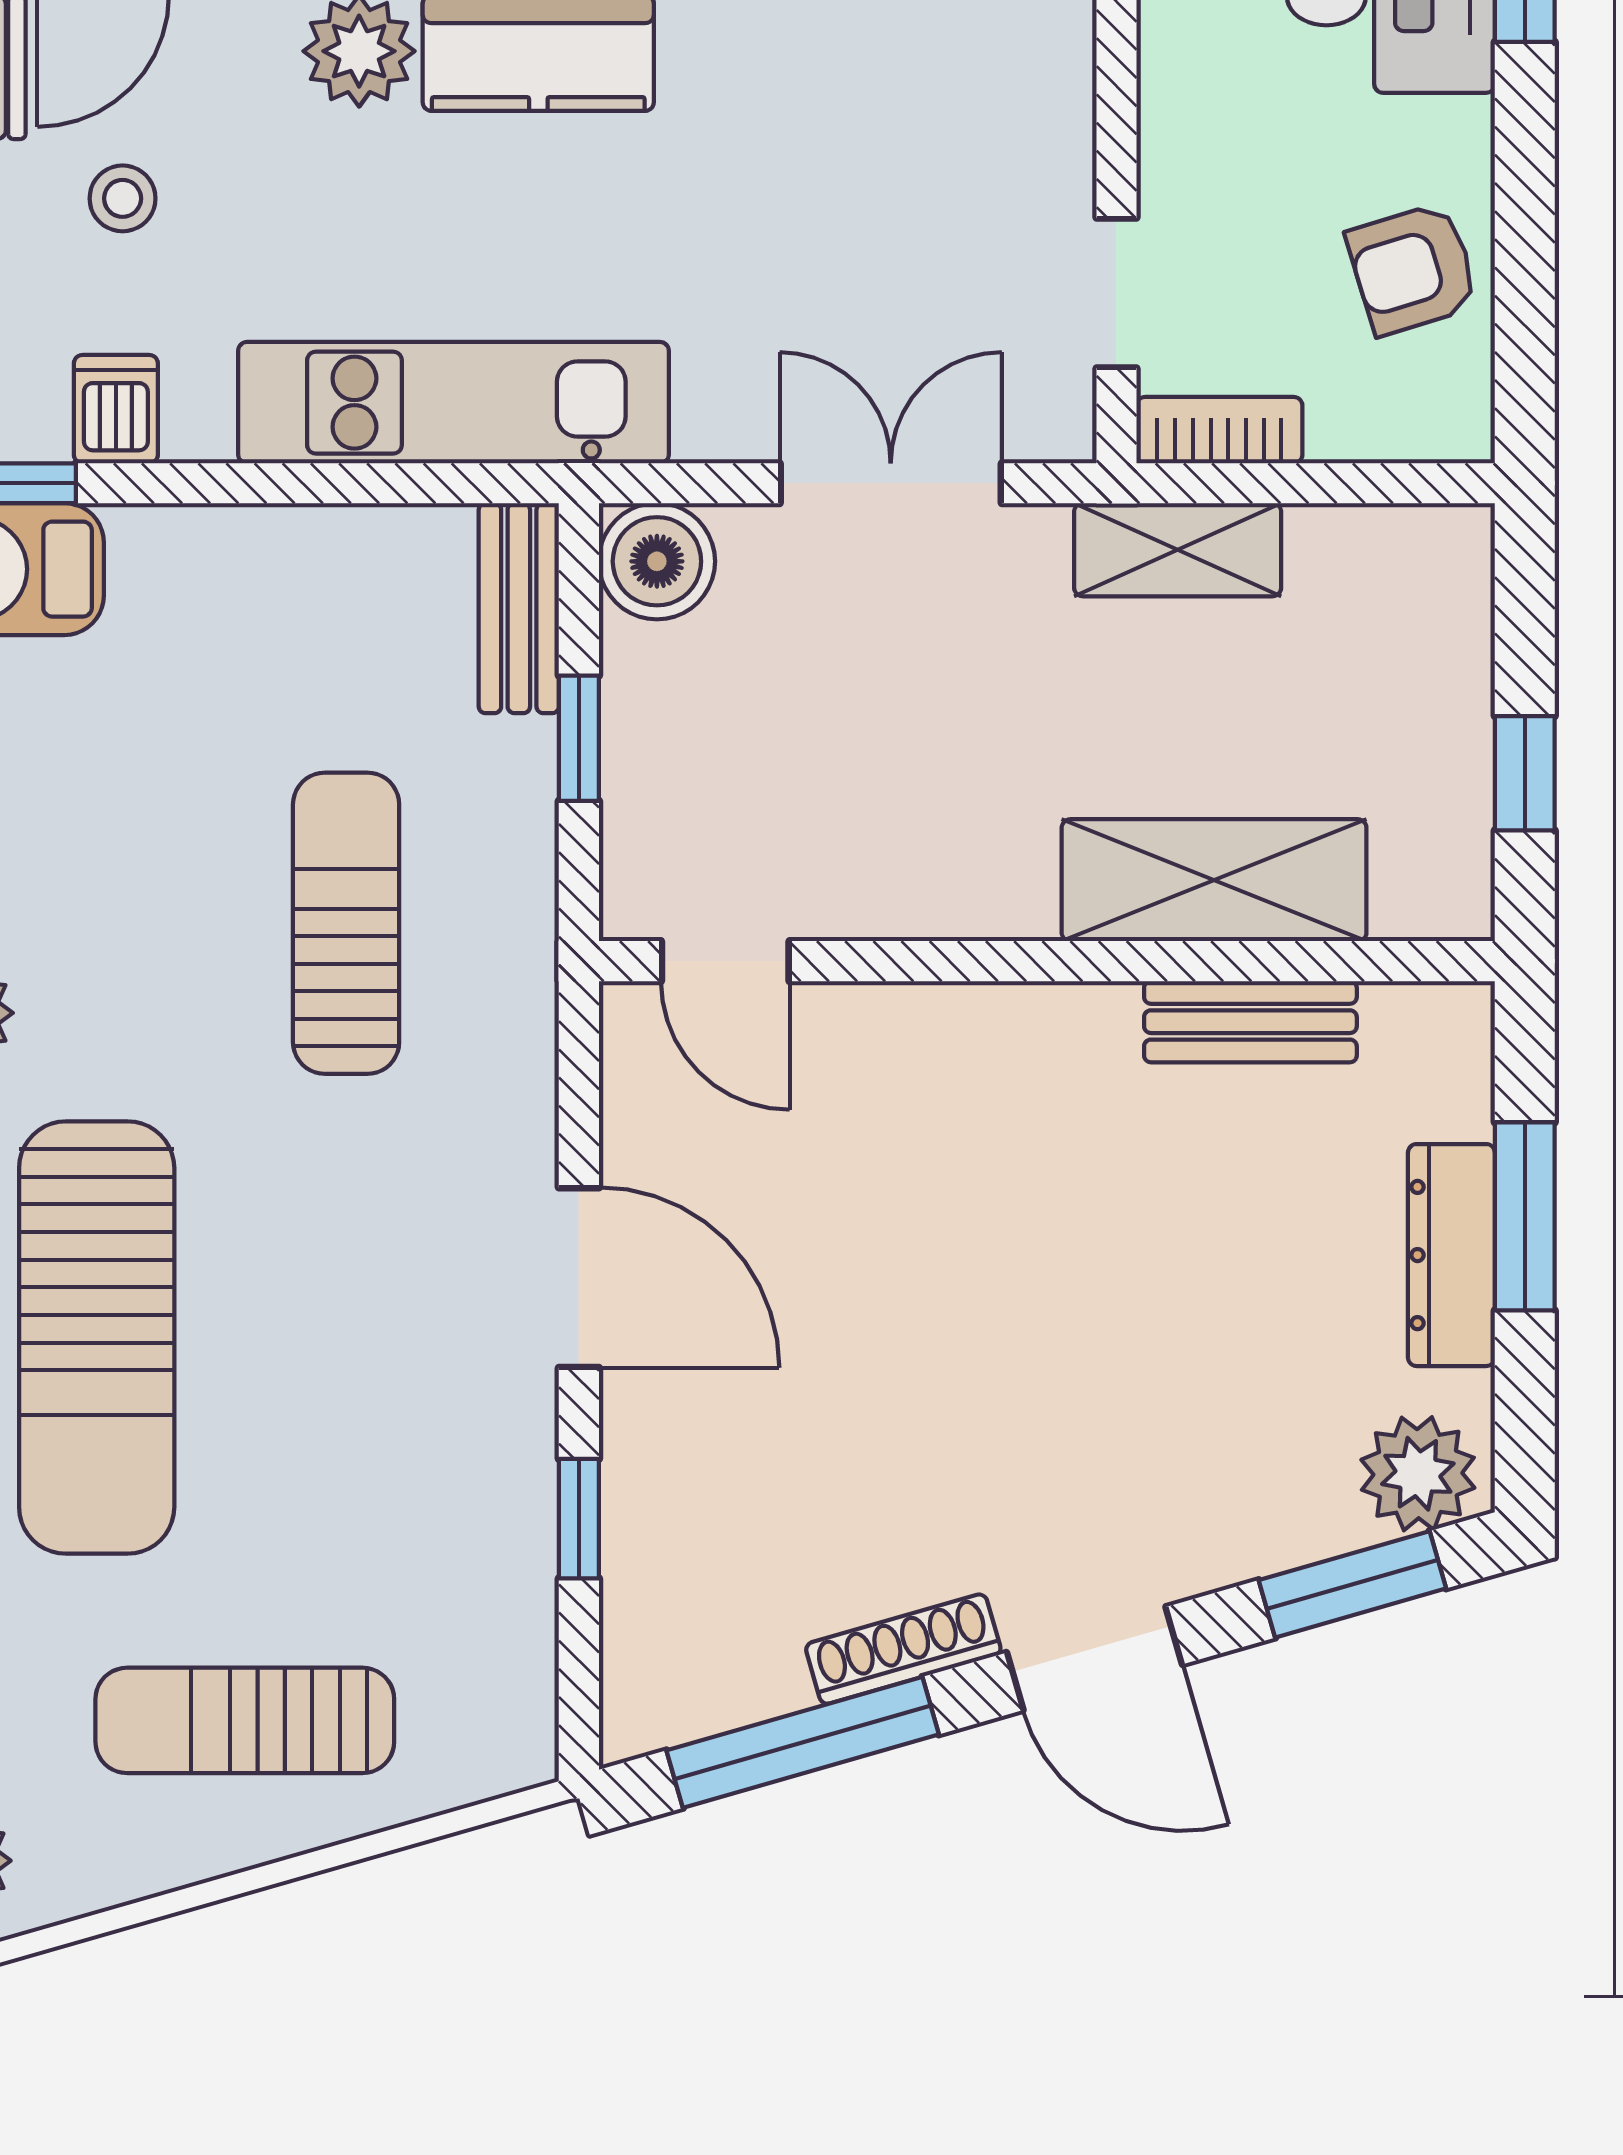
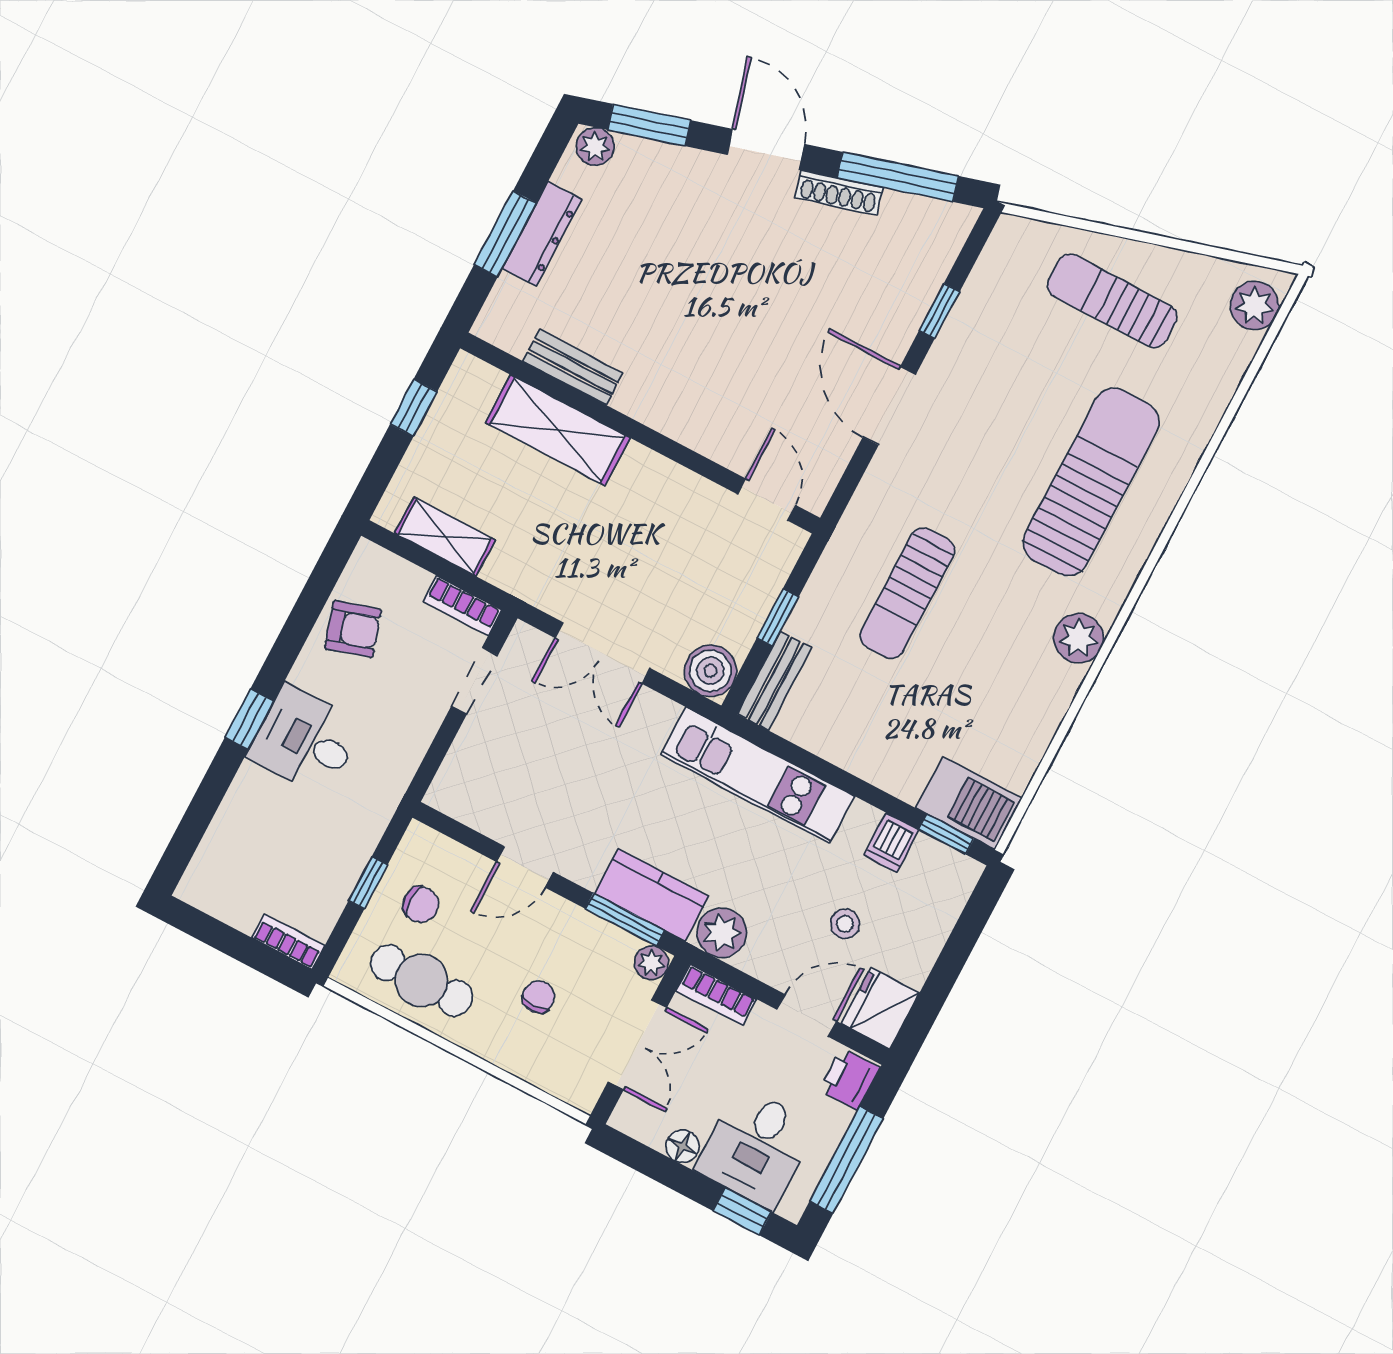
shelving: (1178, 550) -> (445, 537), moved
plant: (1418, 1474) -> (595, 147), width x0.73, depth x0.73
sun lounger: (245, 1720) -> (1112, 301), turned 180

